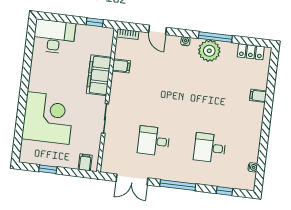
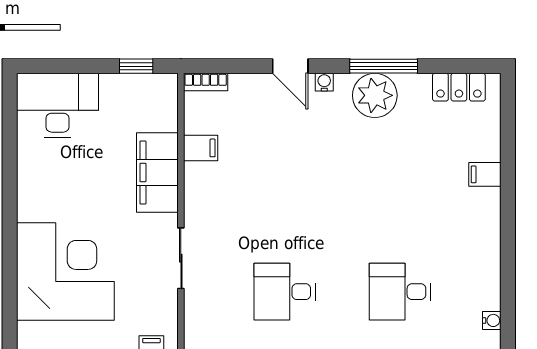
door: (158, 30) -> (290, 66), moved

